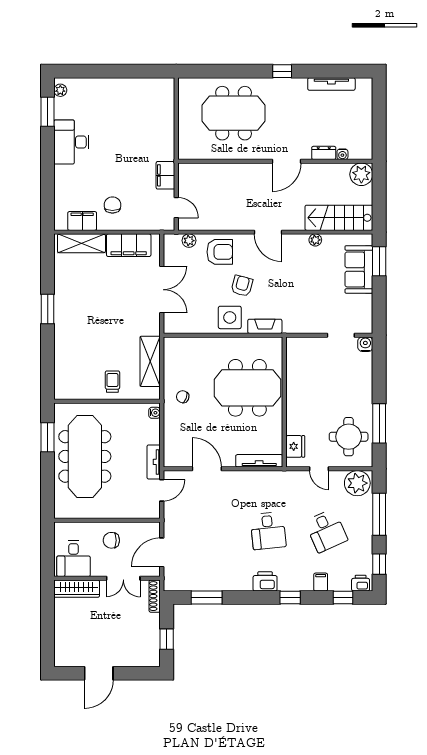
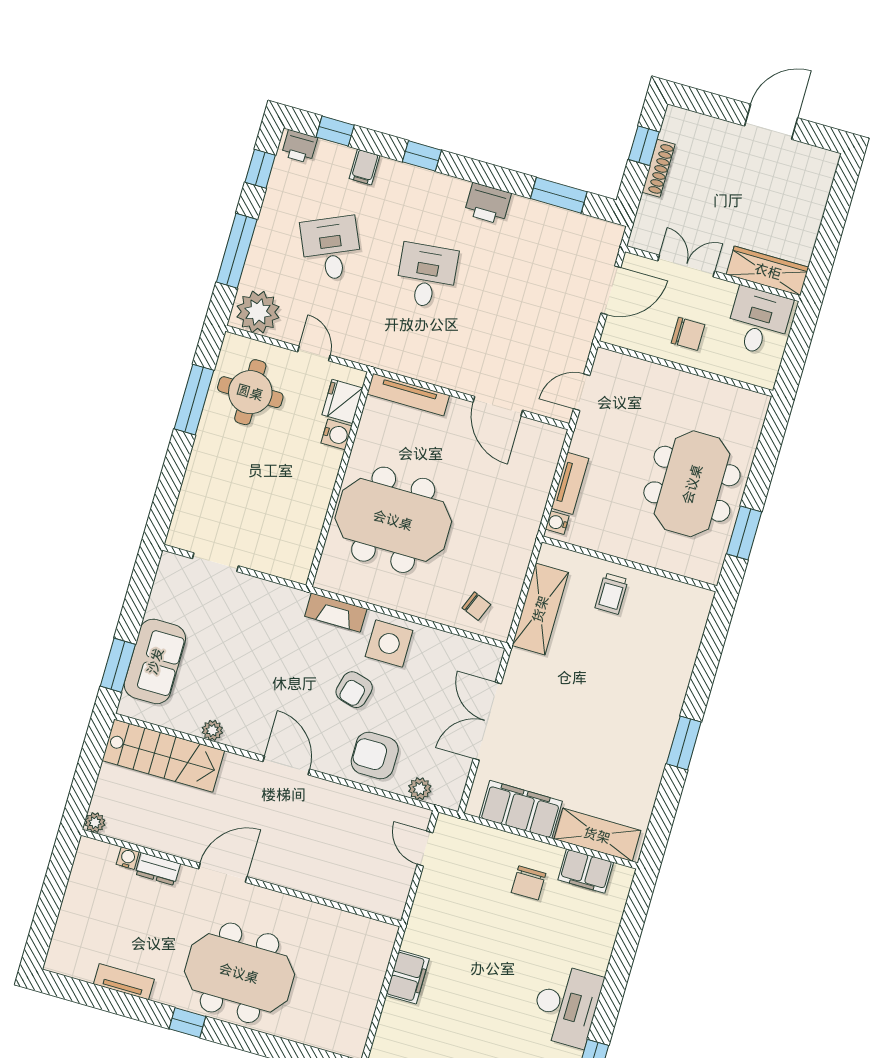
tv unit: (331, 84) -> (124, 982), width x0.71
meeting table: (234, 113) -> (239, 973), moved
plant: (361, 174) -> (95, 823), width x0.53, depth x0.53
filing cabinet: (165, 175) -> (408, 977), moved
water cooler: (365, 344) -> (337, 434), moved, turned -90
chair: (183, 397) -> (476, 606), moved
meeting table: (85, 456) -> (692, 484), width x0.73
tv unit: (154, 462) -> (570, 483), moved
printer: (265, 581) -> (488, 204), moved
shoe rack: (155, 596) -> (659, 168), moved

